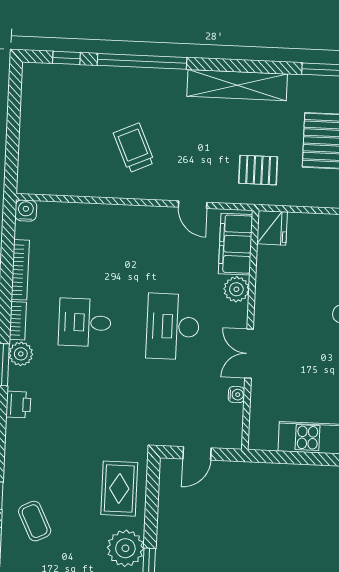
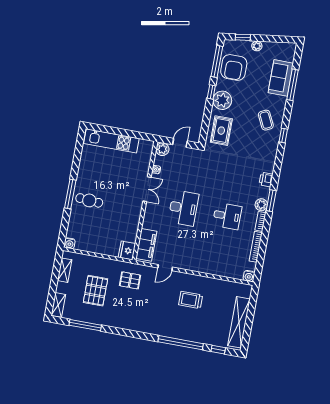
shelving: (237, 85) -> (239, 322), moved, turned 90
trolley: (134, 148) -> (191, 300), turned 114
door: (193, 205) -> (165, 268), swing flipped
plant: (236, 289) -> (162, 149), moved

